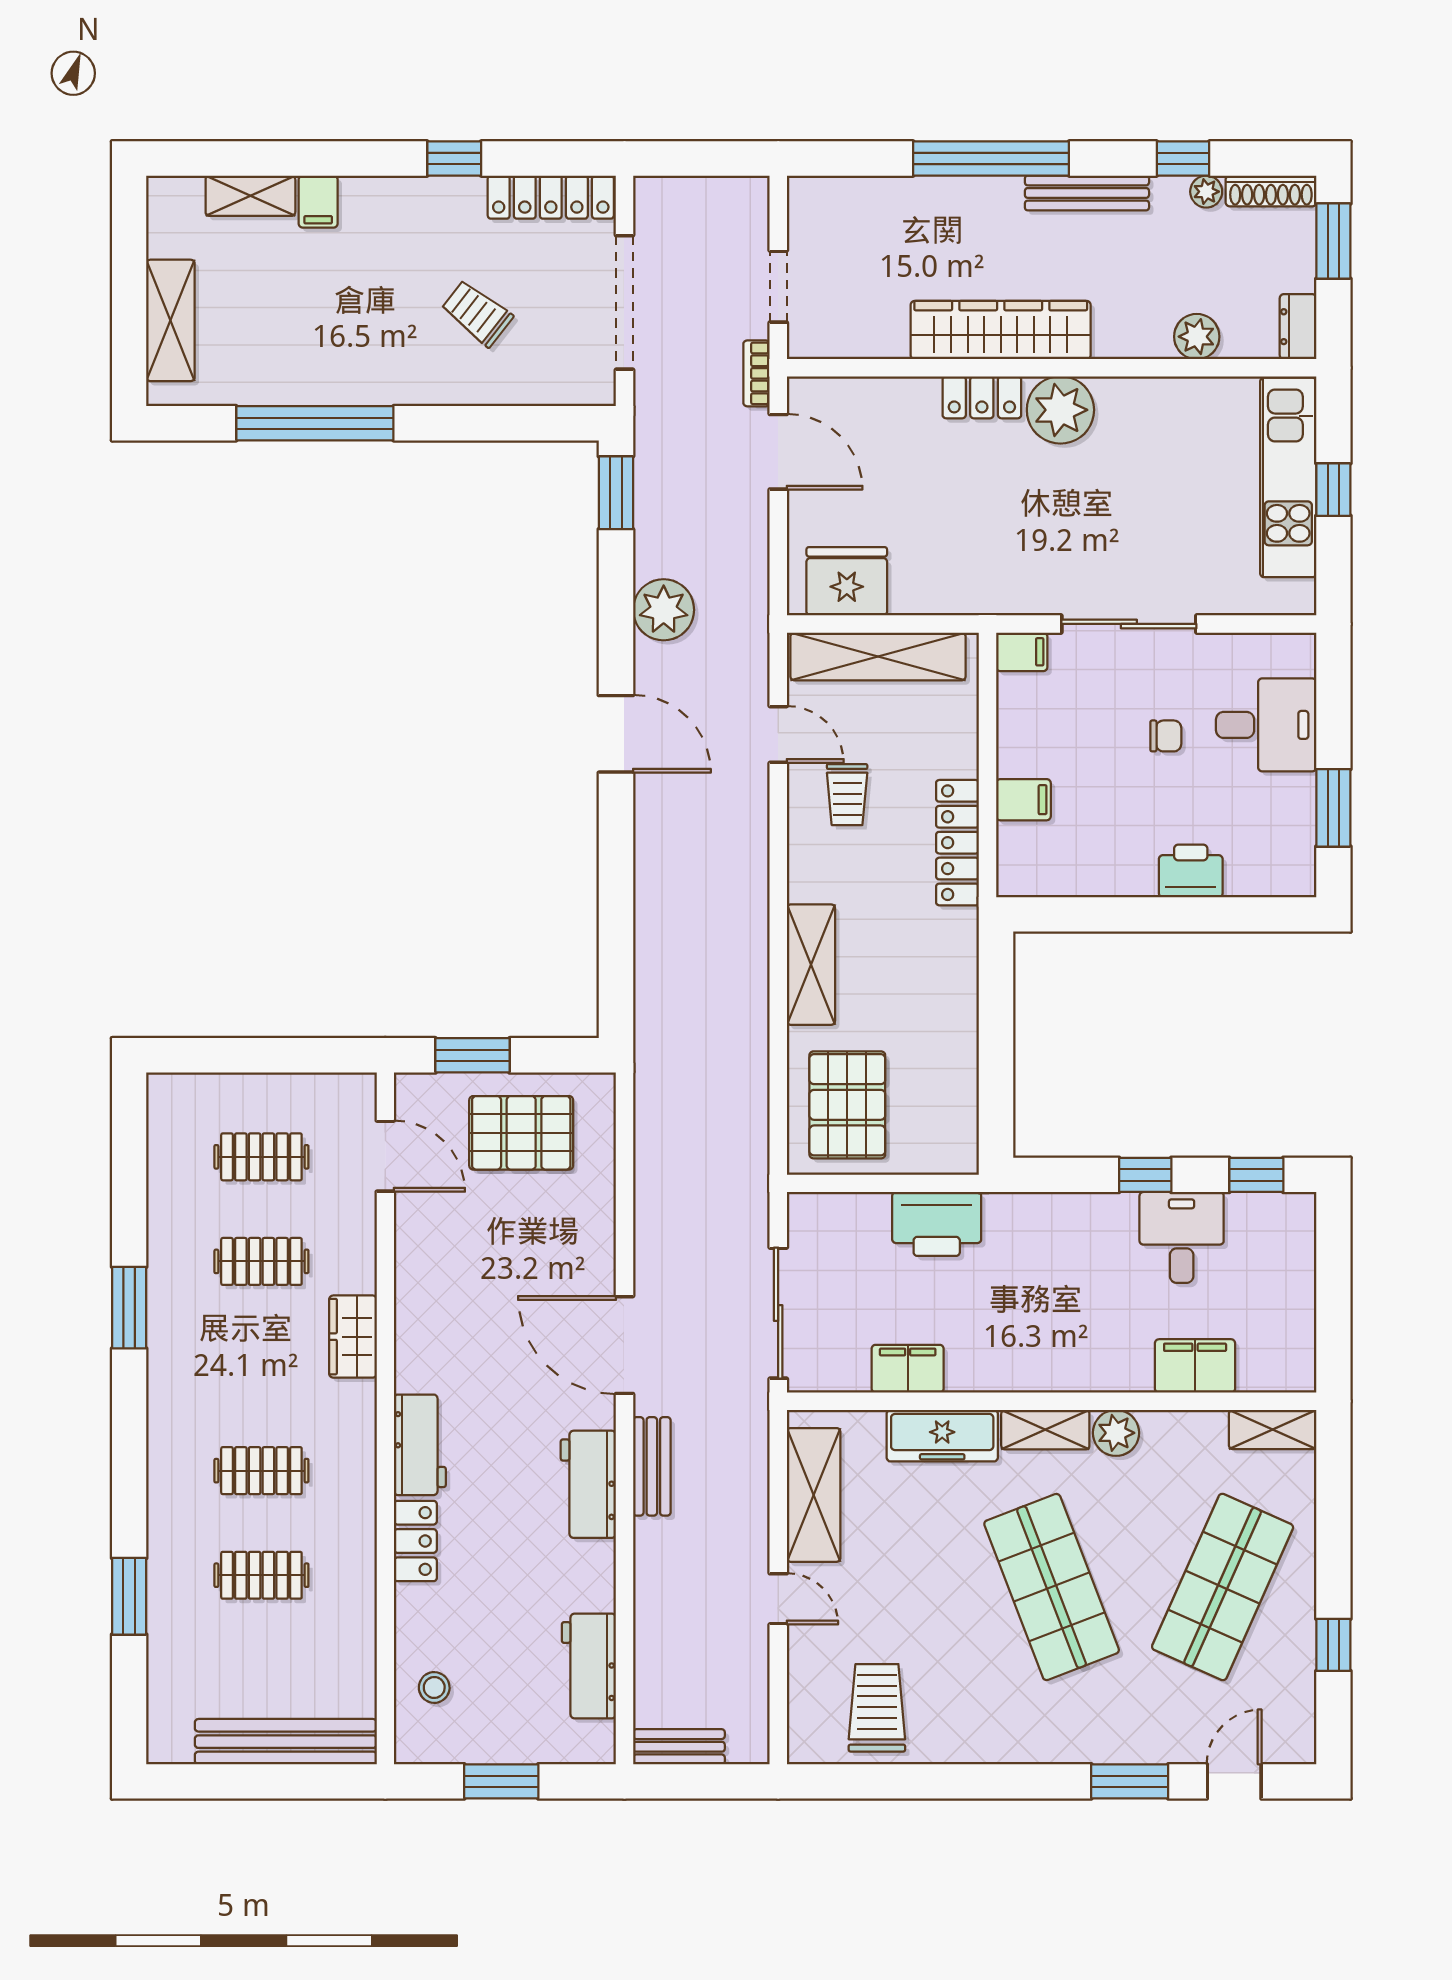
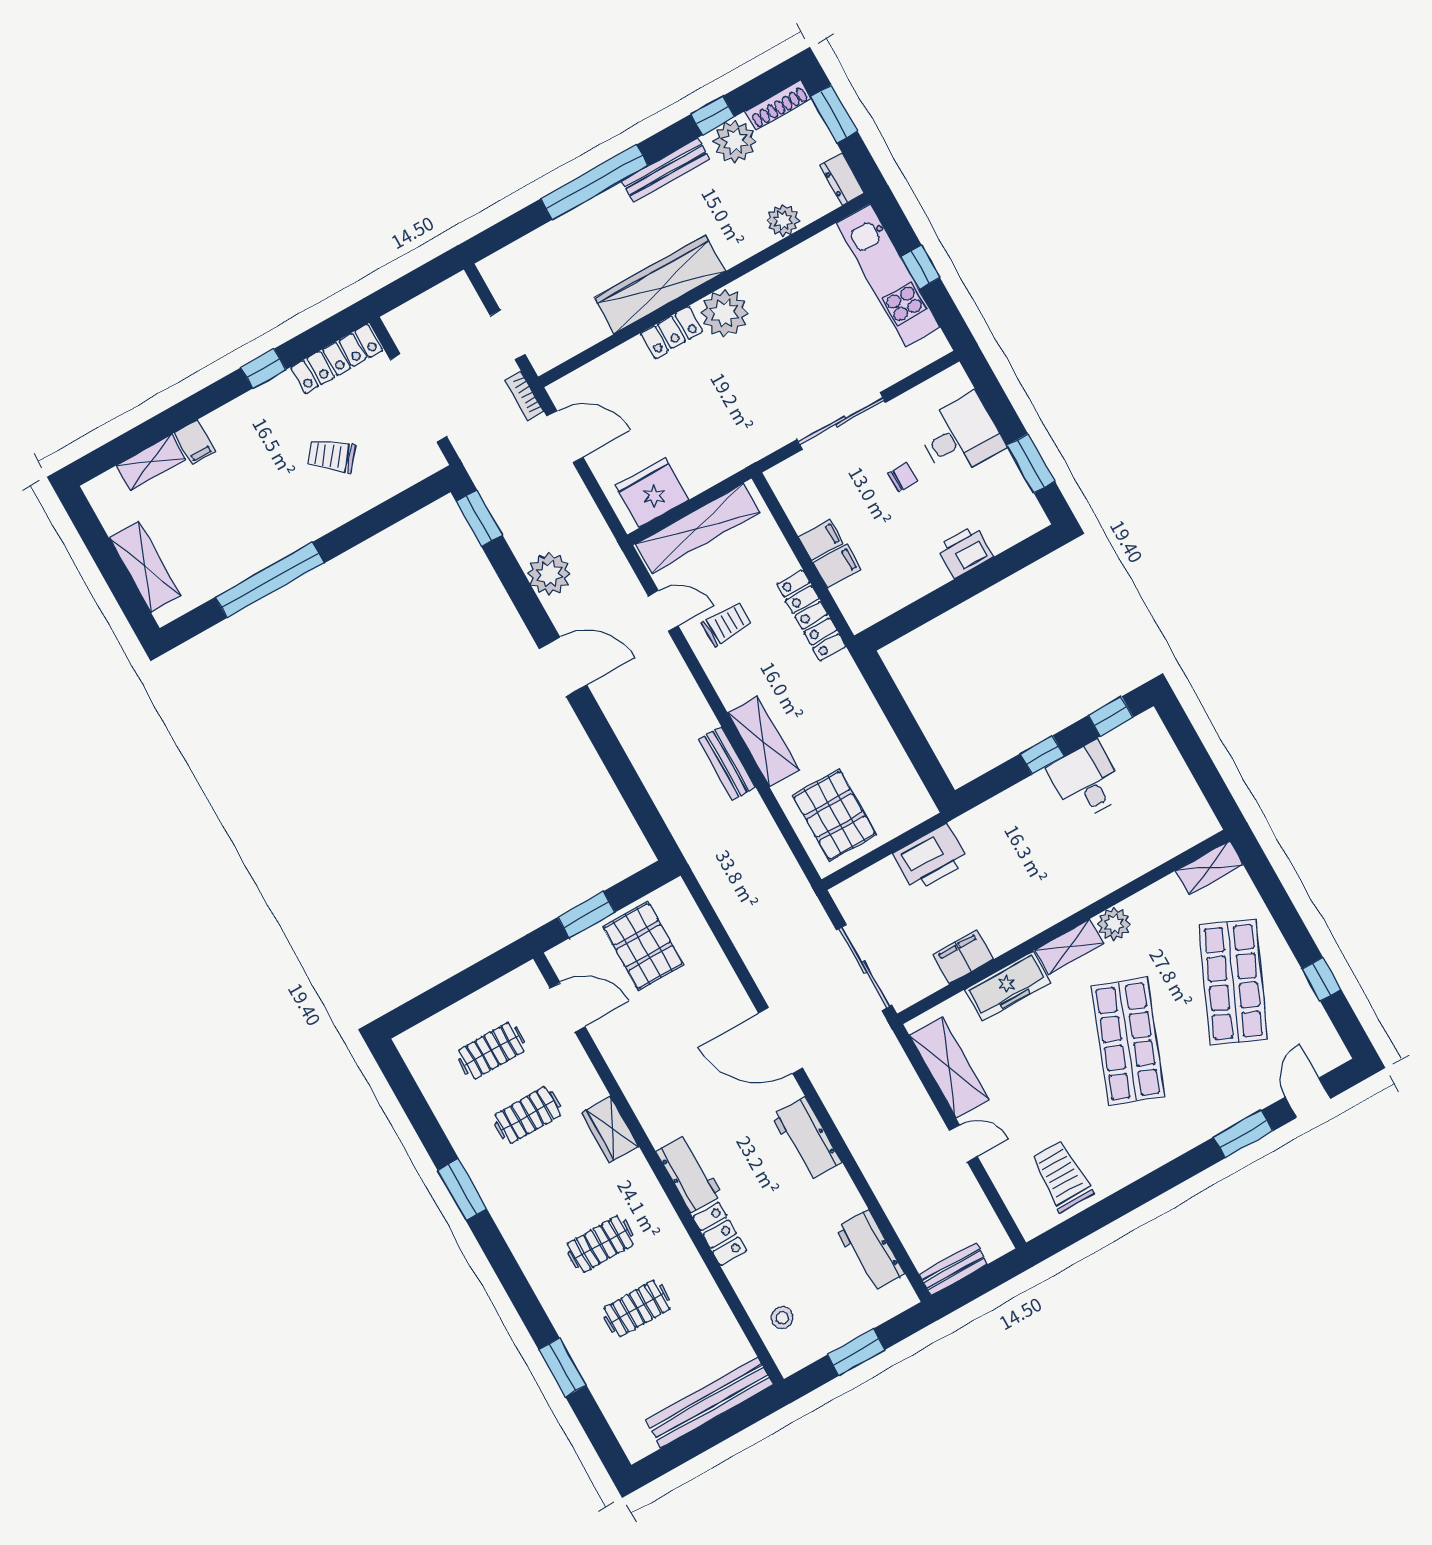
plant: (1206, 192) -> (735, 141), width x1.87, depth x1.87
filing cabinet: (1022, 652) -> (821, 540), moved
trolley: (847, 795) -> (727, 624), turned -90
pallet: (521, 1133) -> (643, 946), turned 90
filing cabinet: (1195, 1366) -> (1139, 855), removed
bench: (652, 1466) -> (727, 763), moved
shop shelf: (1052, 1587) -> (1128, 1041), turned 42

